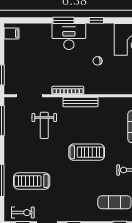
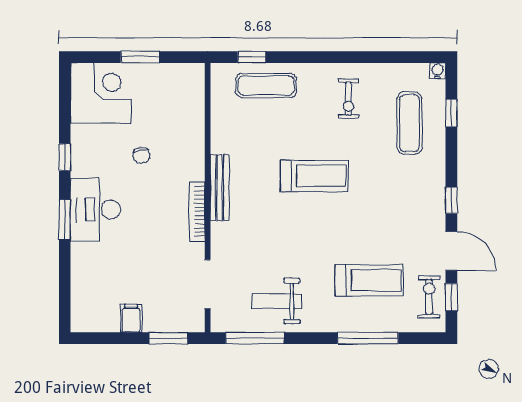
filing cabinet: (12, 33) -> (131, 318), moved
weight bench: (44, 125) -> (277, 301), moved, turned 180
treadmill: (87, 152) -> (315, 176), turned 90
treadmill: (32, 181) -> (369, 280), turned -90

